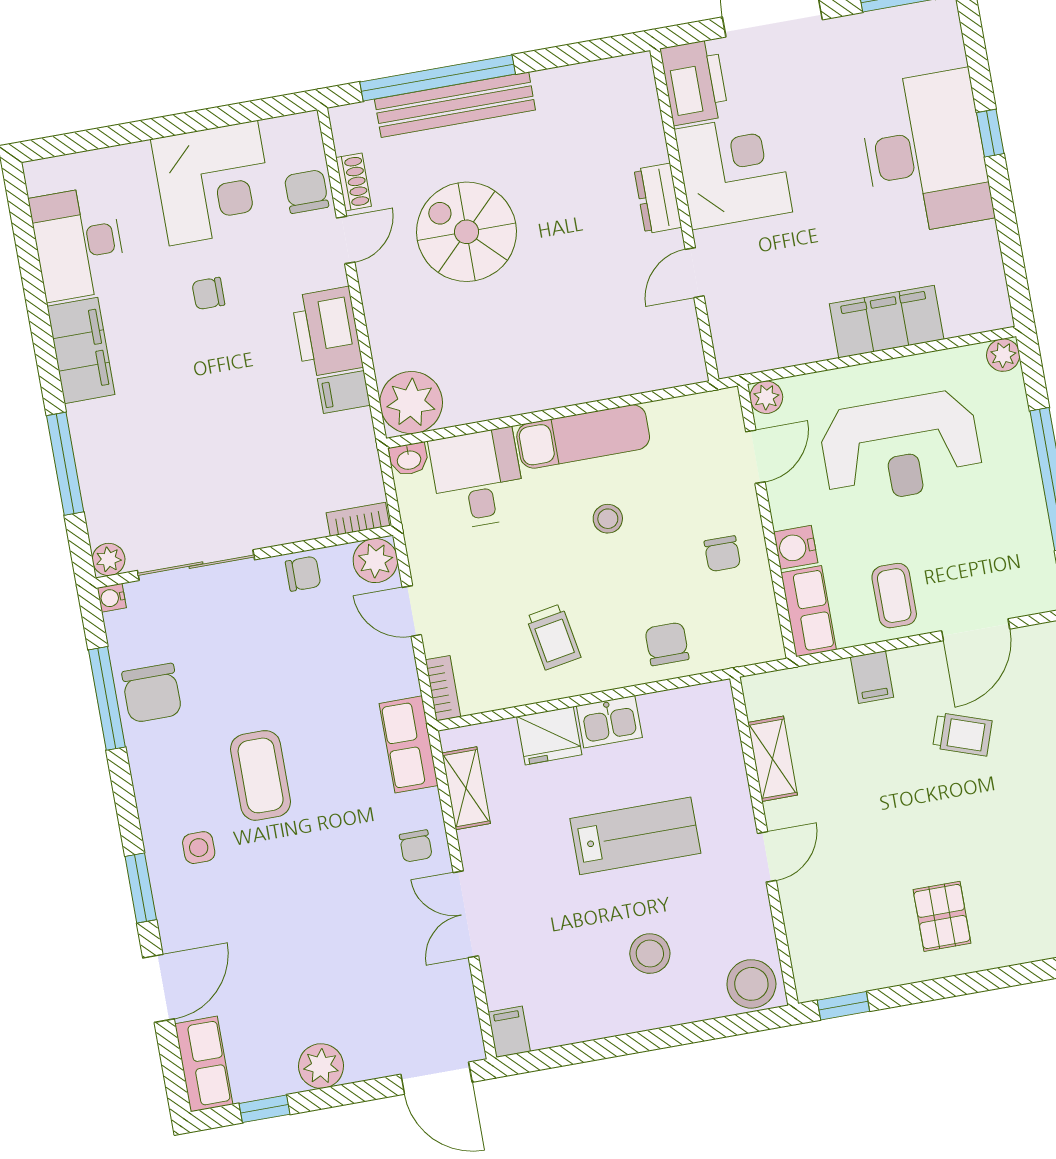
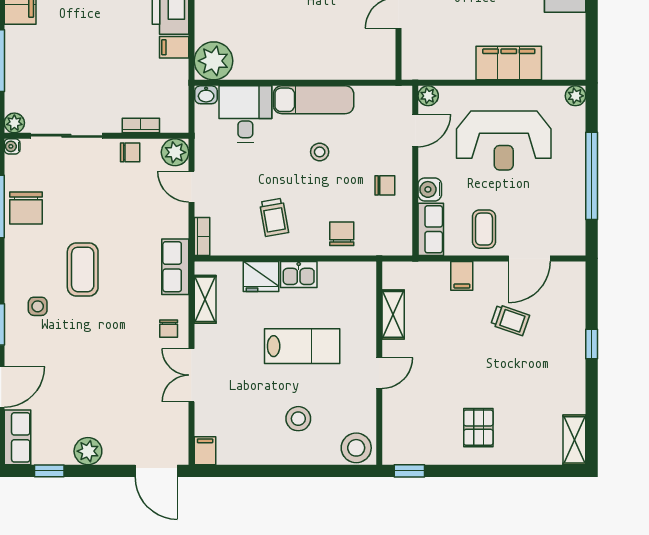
bookcase: (358, 519) -> (141, 126), moved
chair: (722, 554) -> (385, 185), turned -90

